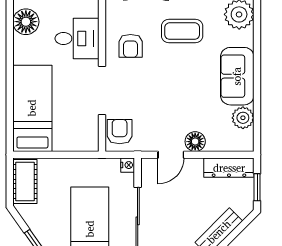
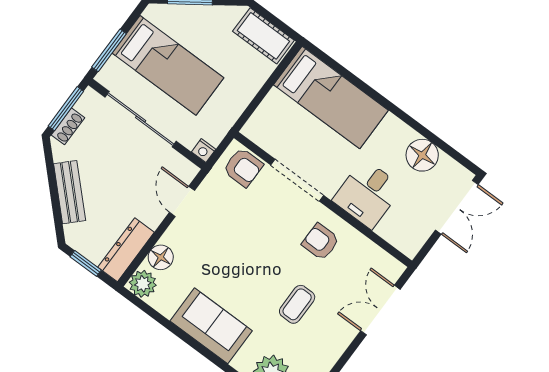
coffee table: (182, 31) -> (297, 304), width x0.73, depth x0.77
plant: (243, 118) -> (143, 284), moved
floor lamp: (195, 142) -> (161, 257), moved

